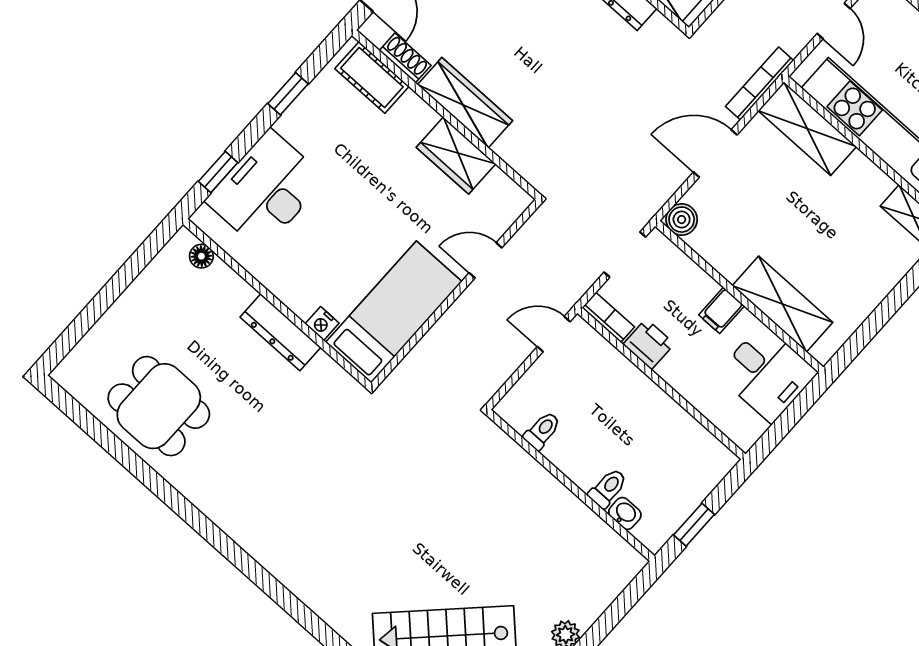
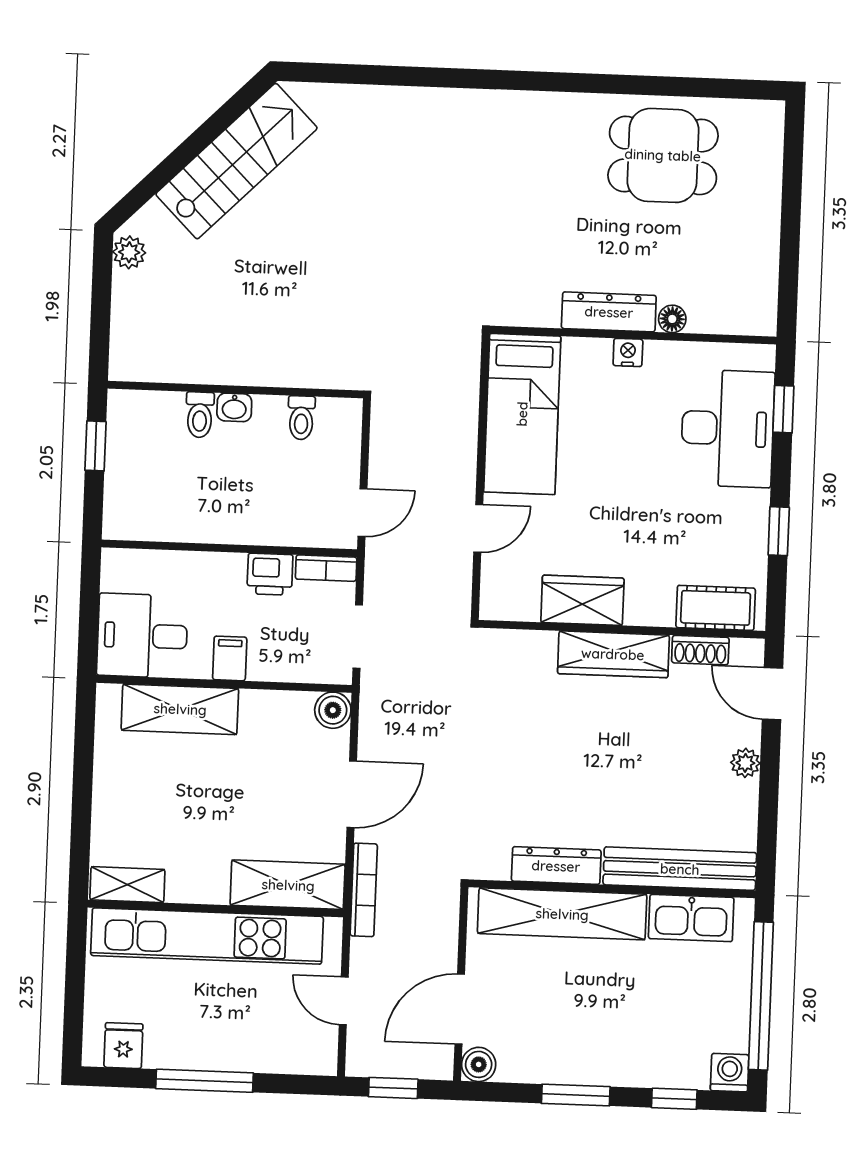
floor lamp: (201, 256) -> (672, 319), moved
nightstand: (322, 324) -> (628, 352), moved
washbasin: (625, 513) -> (234, 407), moved

